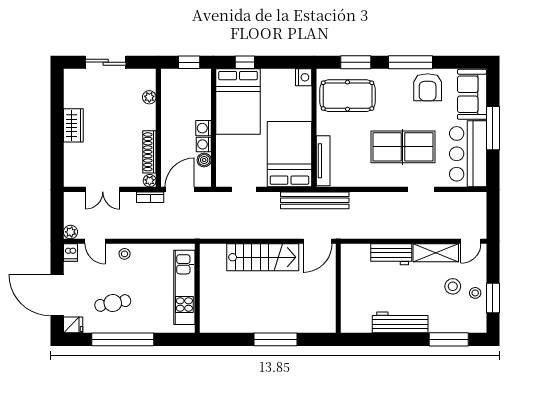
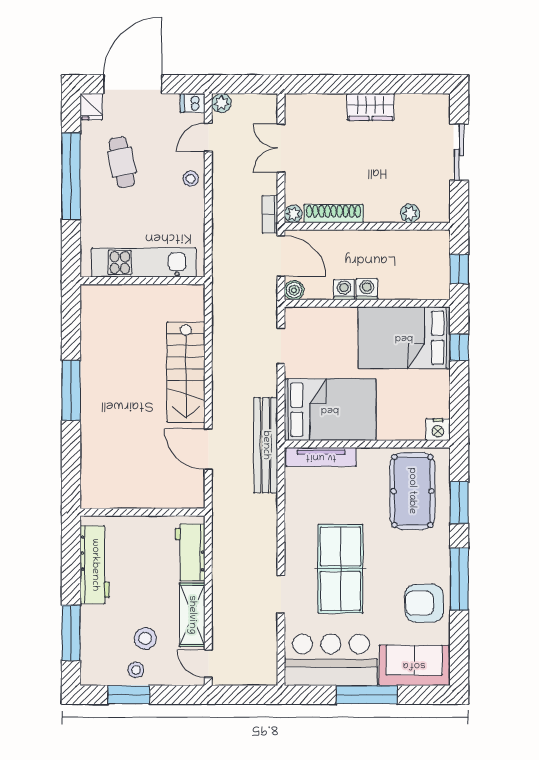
boiler: (204, 160) -> (294, 290), moved
wall: (338, 288) -> (143, 512), moved

